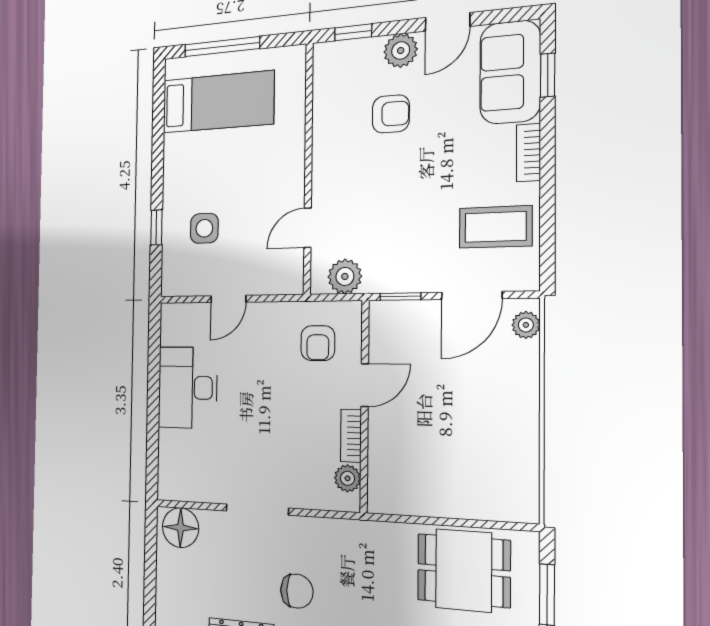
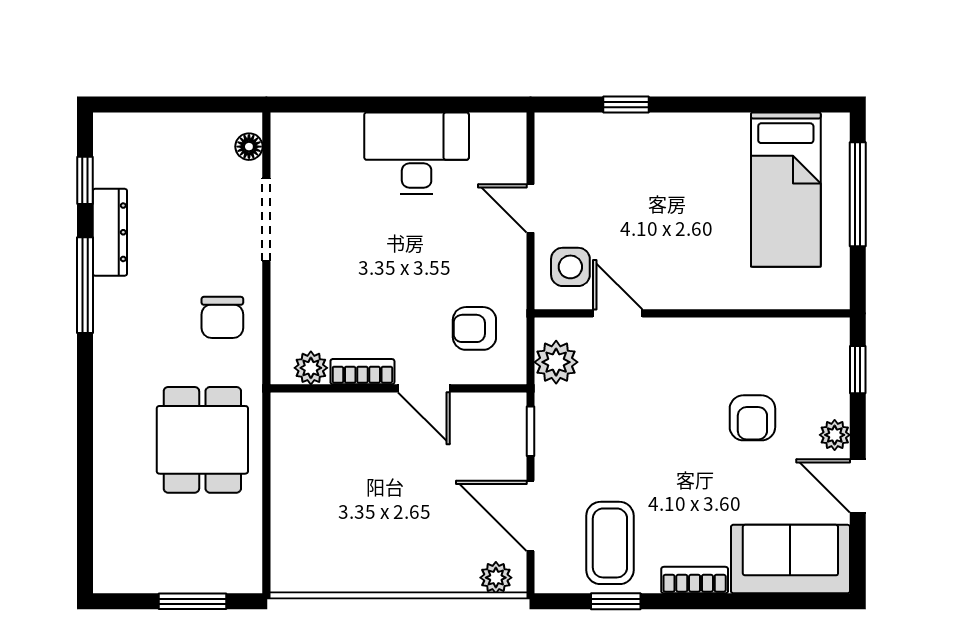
plant: (401, 51) -> (835, 435), width x0.73, depth x0.73
window: (548, 75) -> (616, 601), moved
side table: (204, 228) -> (570, 267), moved
doorway: (257, 510) -> (266, 220), moved
floor lamp: (180, 528) -> (249, 147), width x0.53, depth x0.53
dining table: (464, 570) -> (202, 440), moved
chair: (297, 591) -> (222, 317), moved

